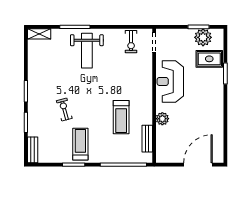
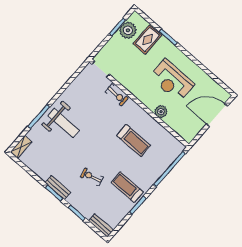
exercise bike: (131, 42) -> (117, 95), moved
reception desk: (170, 81) -> (172, 81), moved
bench: (147, 139) -> (58, 187), moved
door: (198, 165) -> (217, 115), hinge flipped

